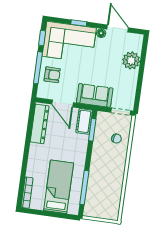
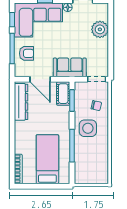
side table: (105, 161) -> (88, 128), added
window: (84, 187) -> (72, 146), moved

